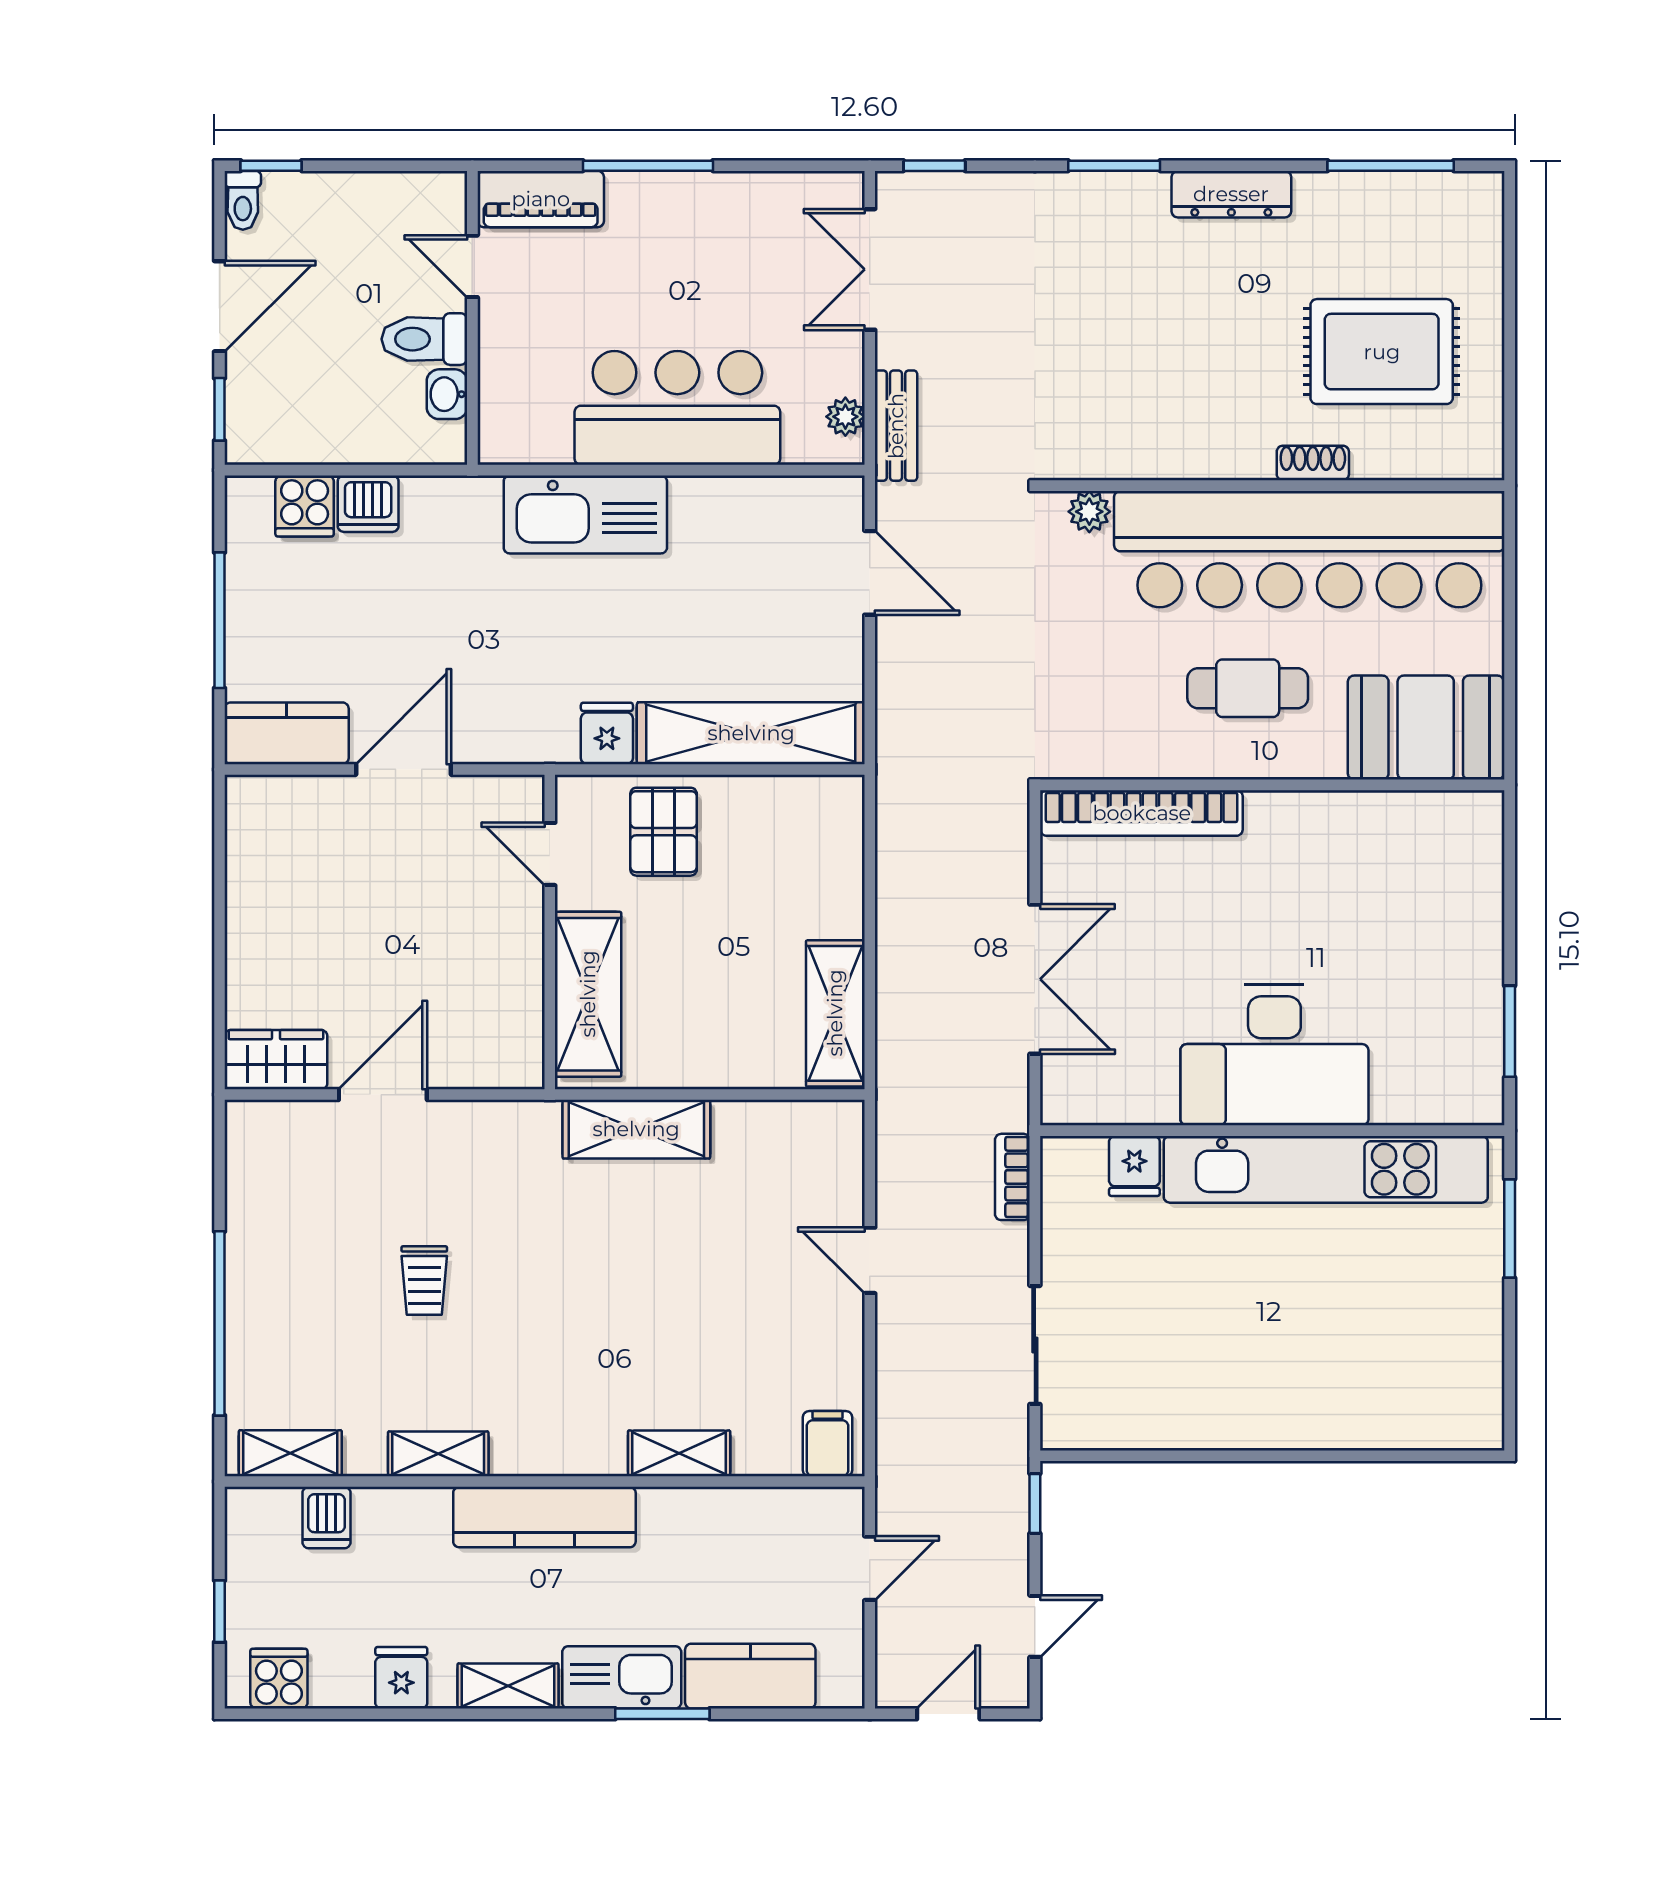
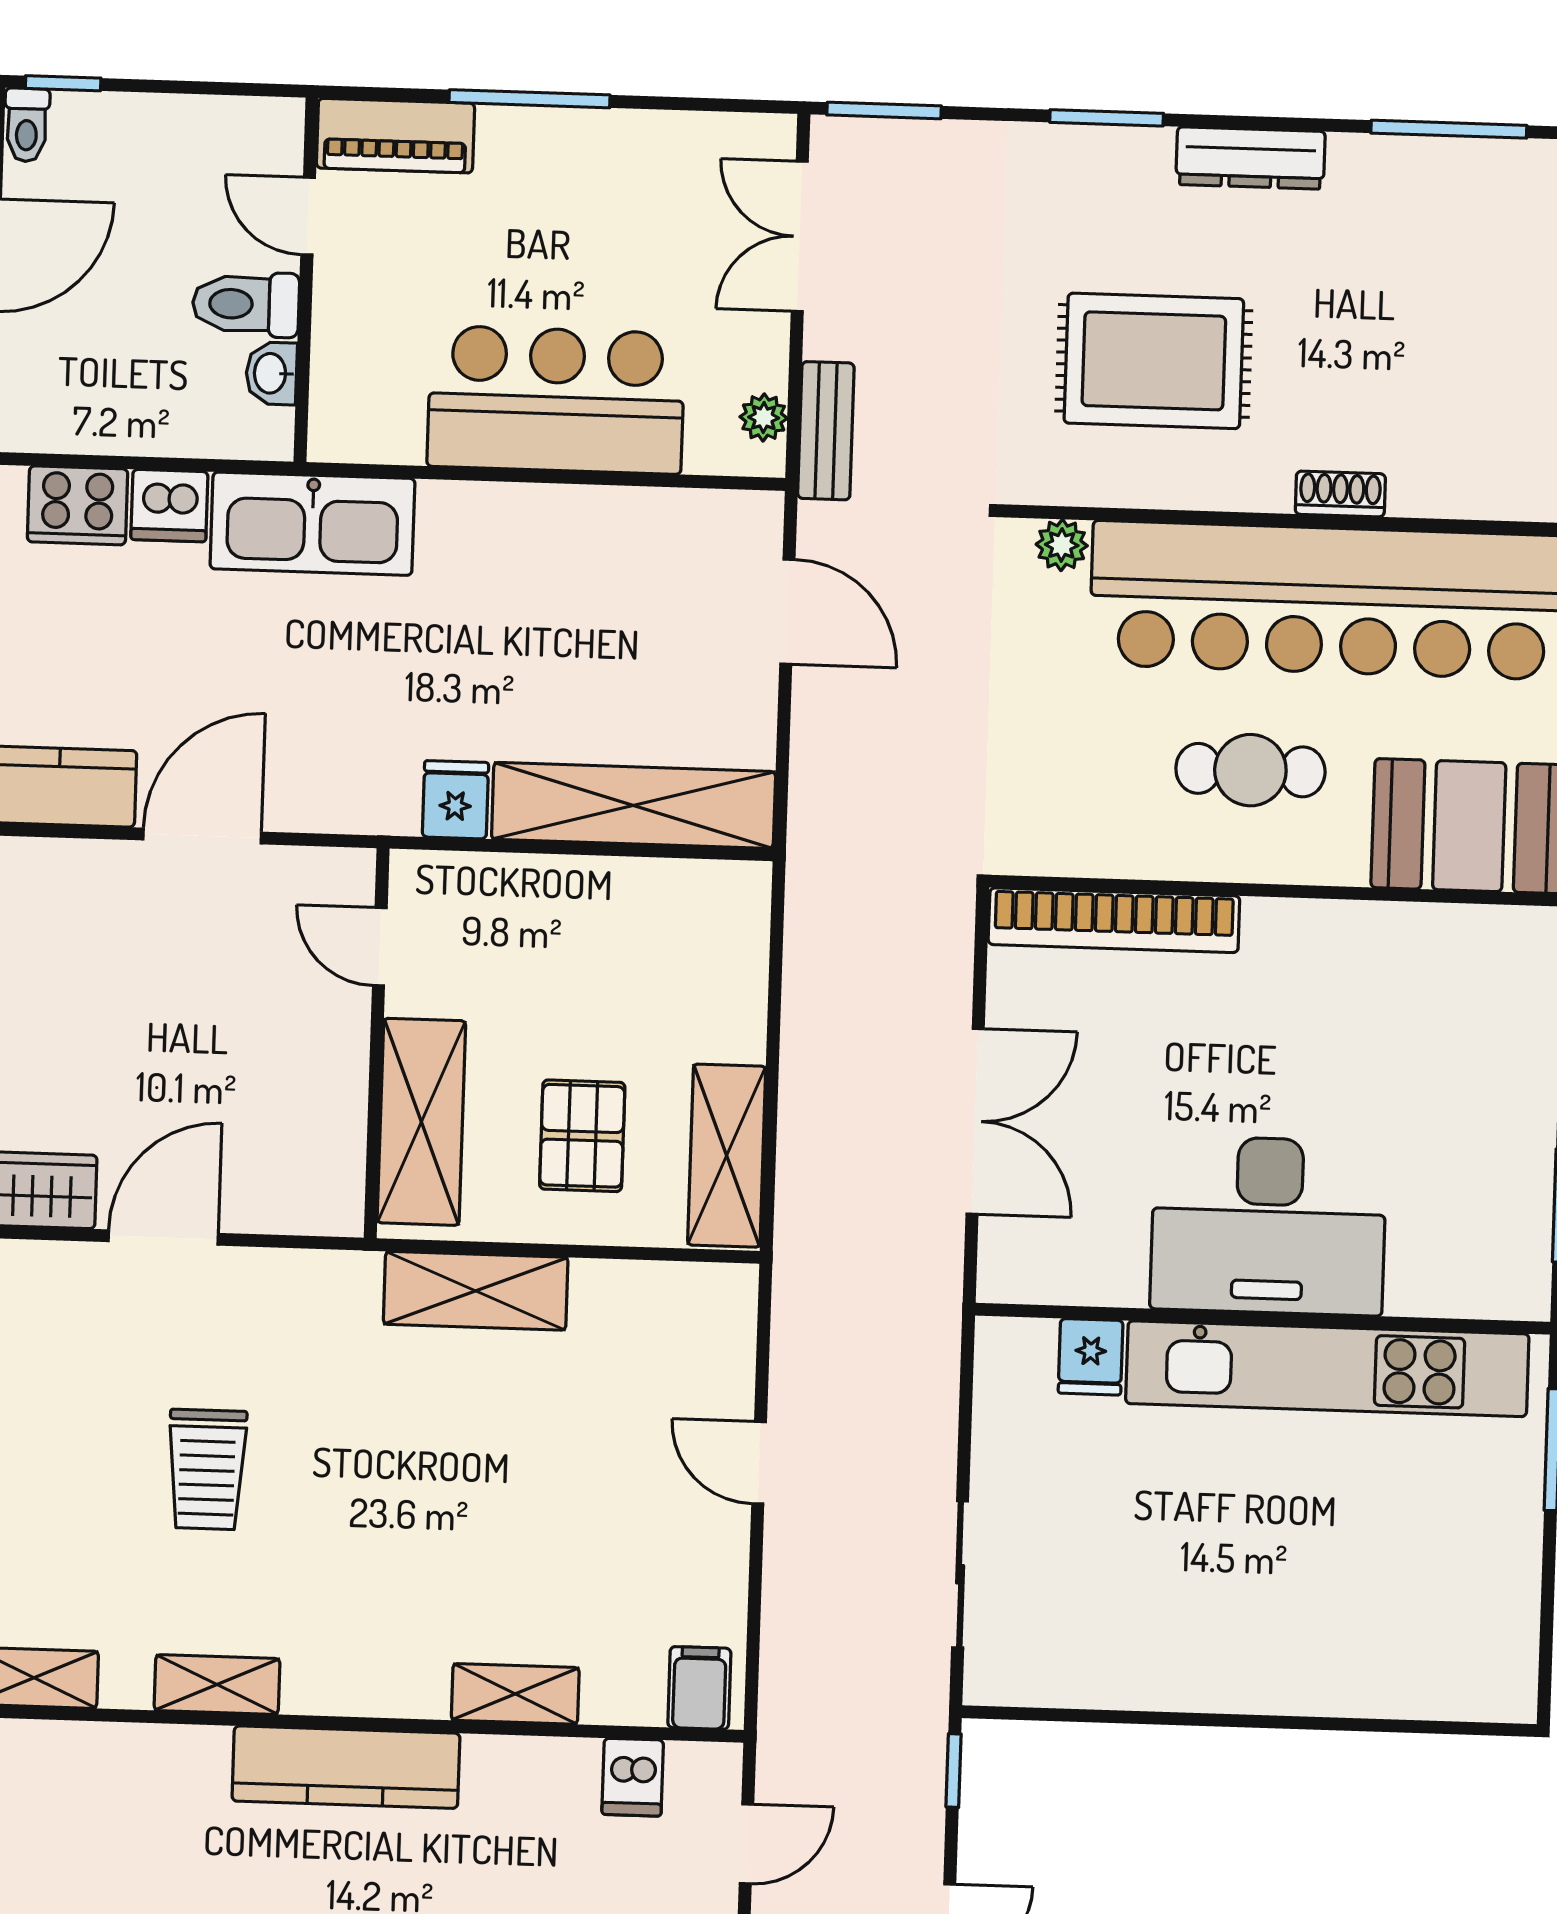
window: (934, 166) -> (884, 110), width x1.50
rug: (1382, 352) -> (1154, 361), moved
cooker: (305, 506) -> (78, 505), width x1.36
kitchen sink: (585, 514) -> (312, 524), moved
pallet: (664, 832) -> (582, 1136), moved
bookcase: (1012, 1177) -> (939, 1365), removed
trolley: (424, 1281) -> (207, 1469), width x1.36, depth x1.39
dishwasher: (327, 1518) -> (633, 1777), moved

